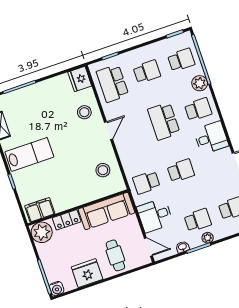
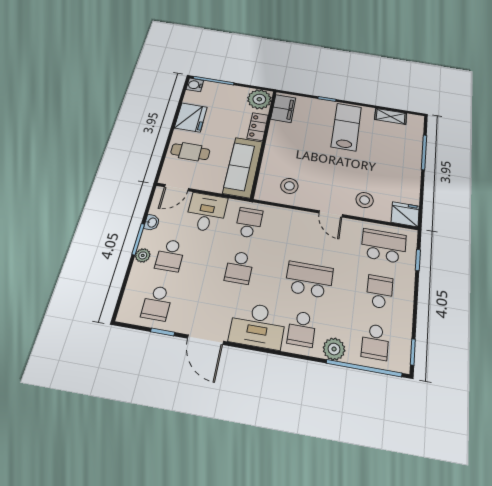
school desk: (147, 72) -> (380, 292), turned 180
desk: (211, 138) -> (258, 325), width x1.37
lab bench: (29, 154) -> (346, 127), turned 180

